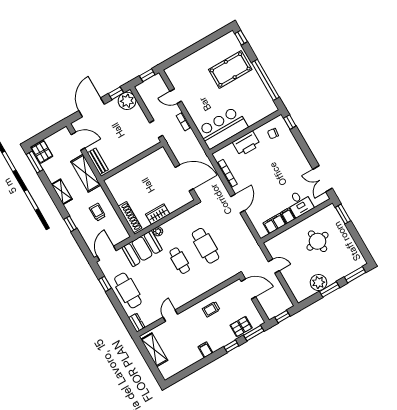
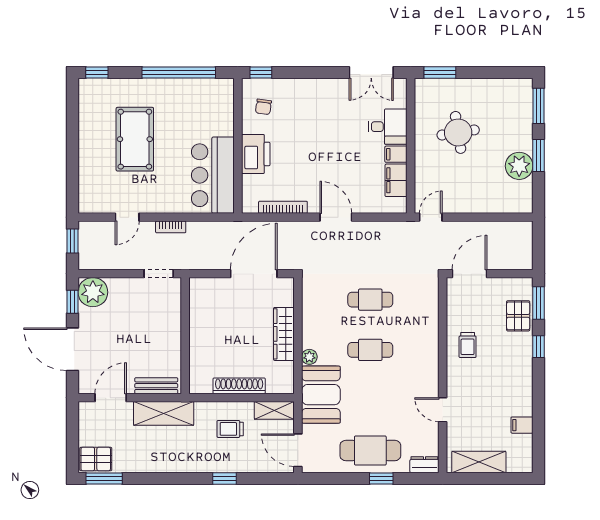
pool table: (230, 69) -> (135, 139), moved
shelving: (62, 192) -> (274, 410), moved
wardrobe: (158, 214) -> (284, 334), width x1.50
shoe rack: (130, 217) -> (239, 386), moved
cafe table: (206, 246) -> (370, 300), width x0.73, depth x0.74
door: (274, 266) -> (431, 217), moved
window: (105, 284) -> (381, 478), moved
window: (282, 317) -> (538, 247), removed
filing cabinet: (205, 350) -> (522, 425), moved

